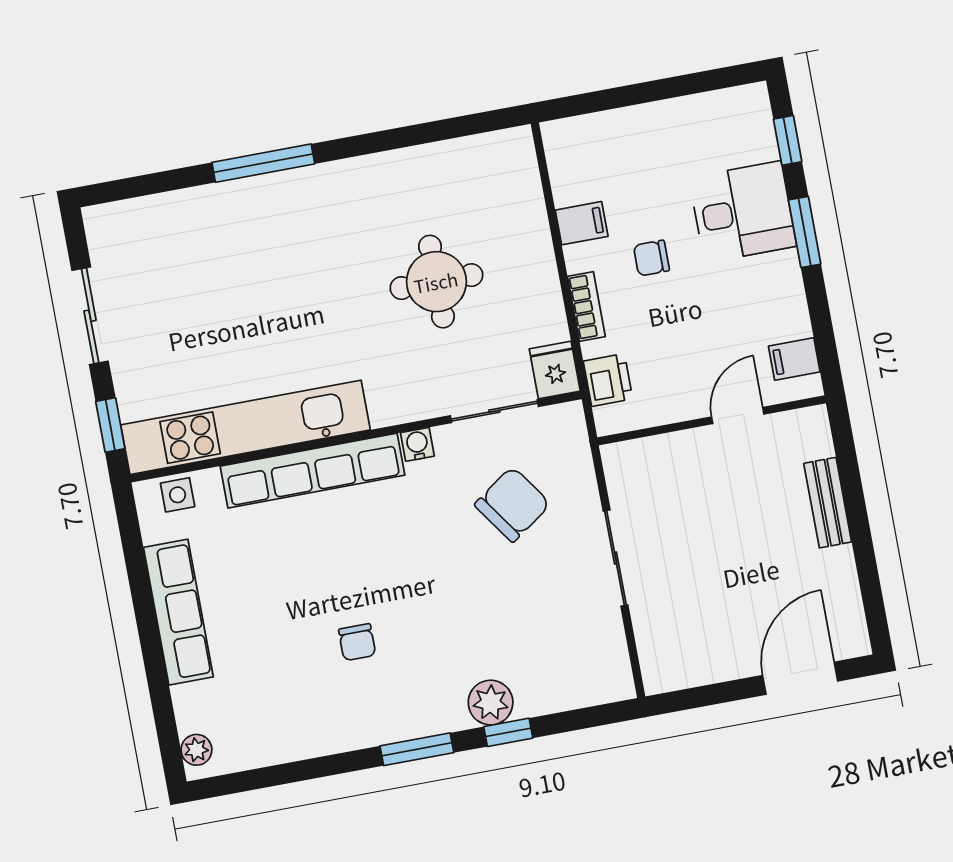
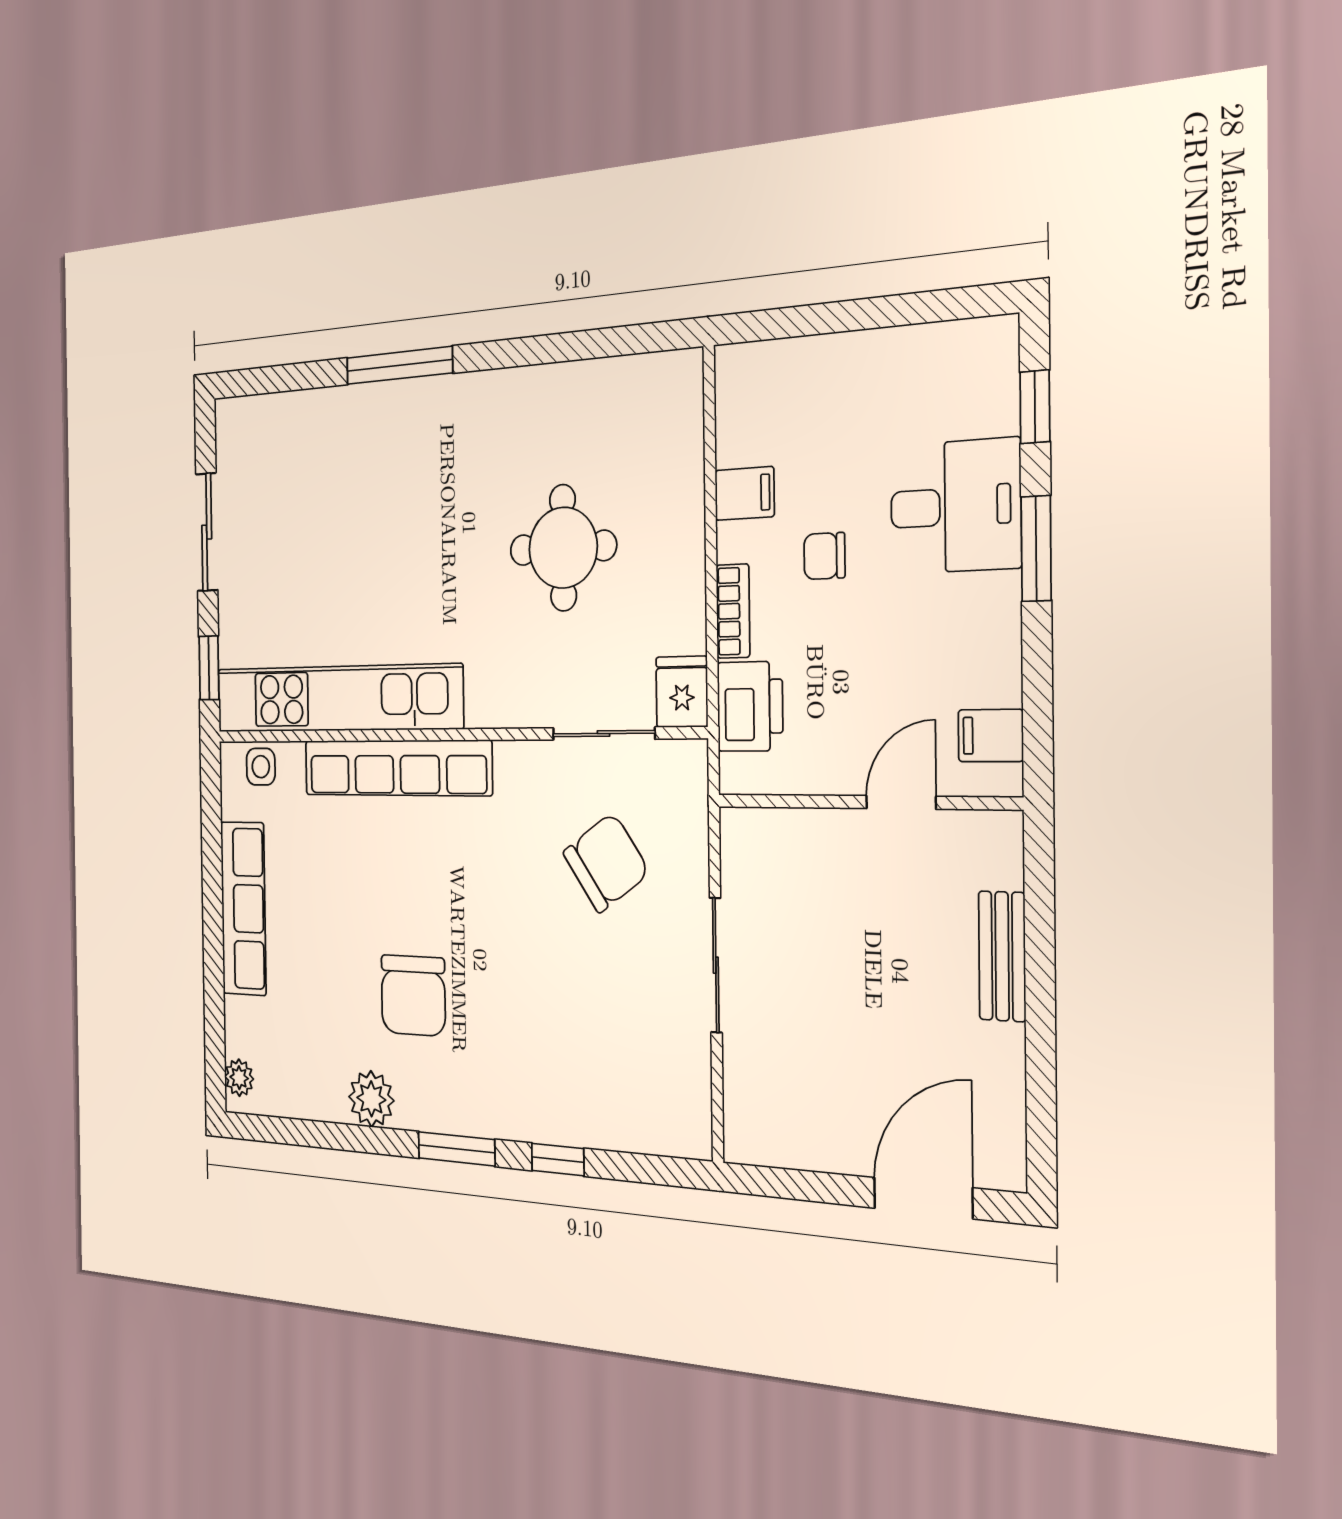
printer: (608, 380) -> (750, 706), width x1.36, depth x1.24
water cooler: (417, 444) -> (512, 759), removed
chair: (357, 642) -> (413, 995), width x1.87, depth x1.87
plant: (491, 703) -> (371, 1099), moved

